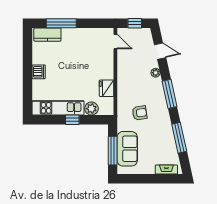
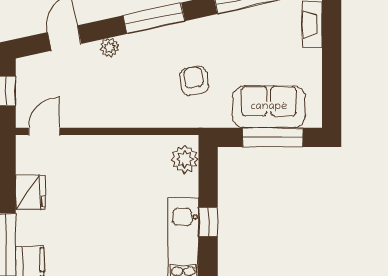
fridge: (107, 88) -> (31, 192), moved, turned -90
plant: (91, 109) -> (185, 159), moved

